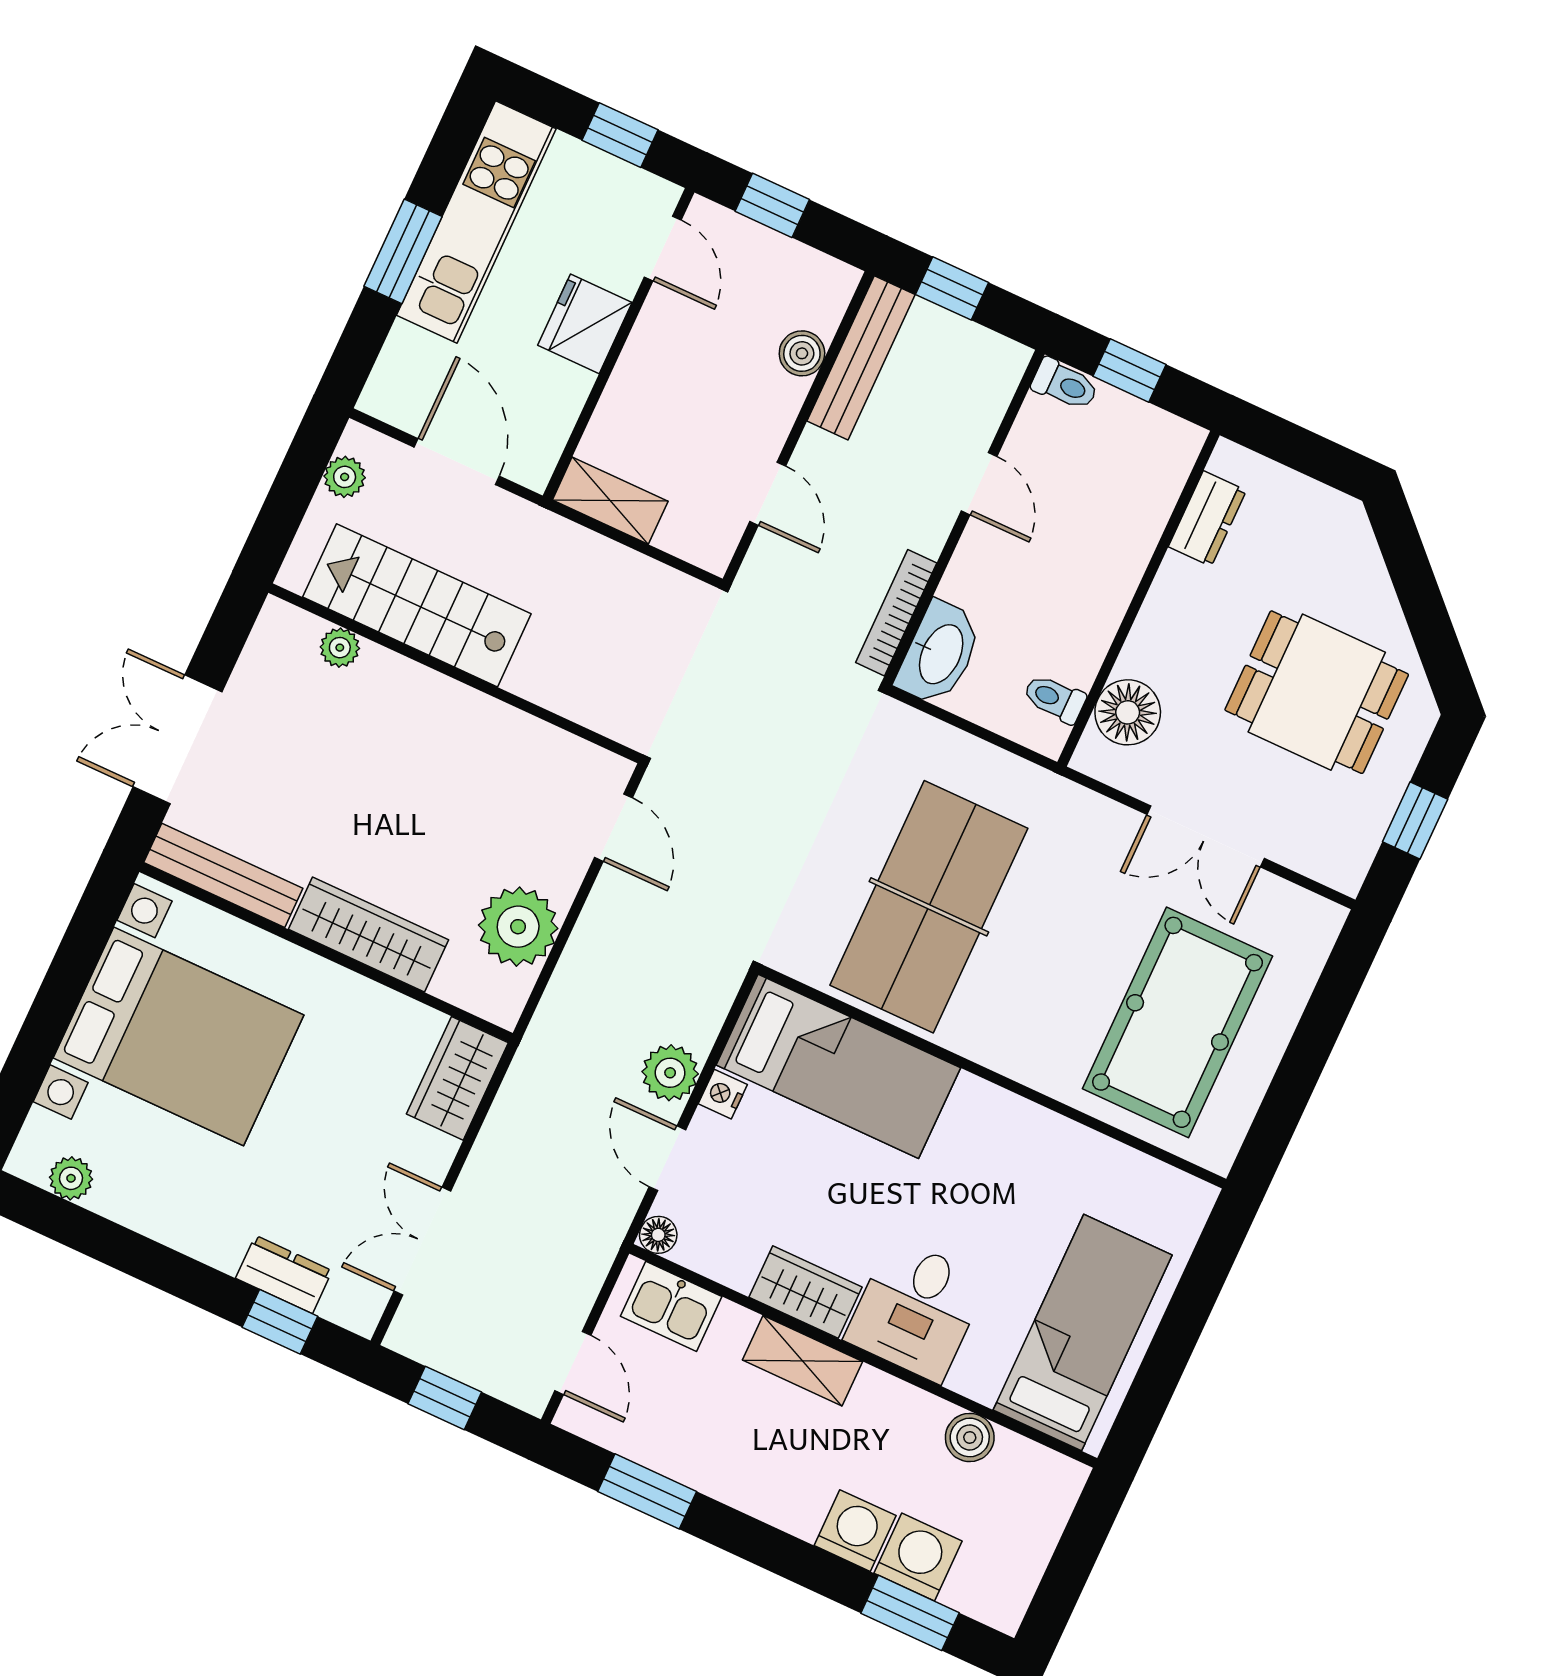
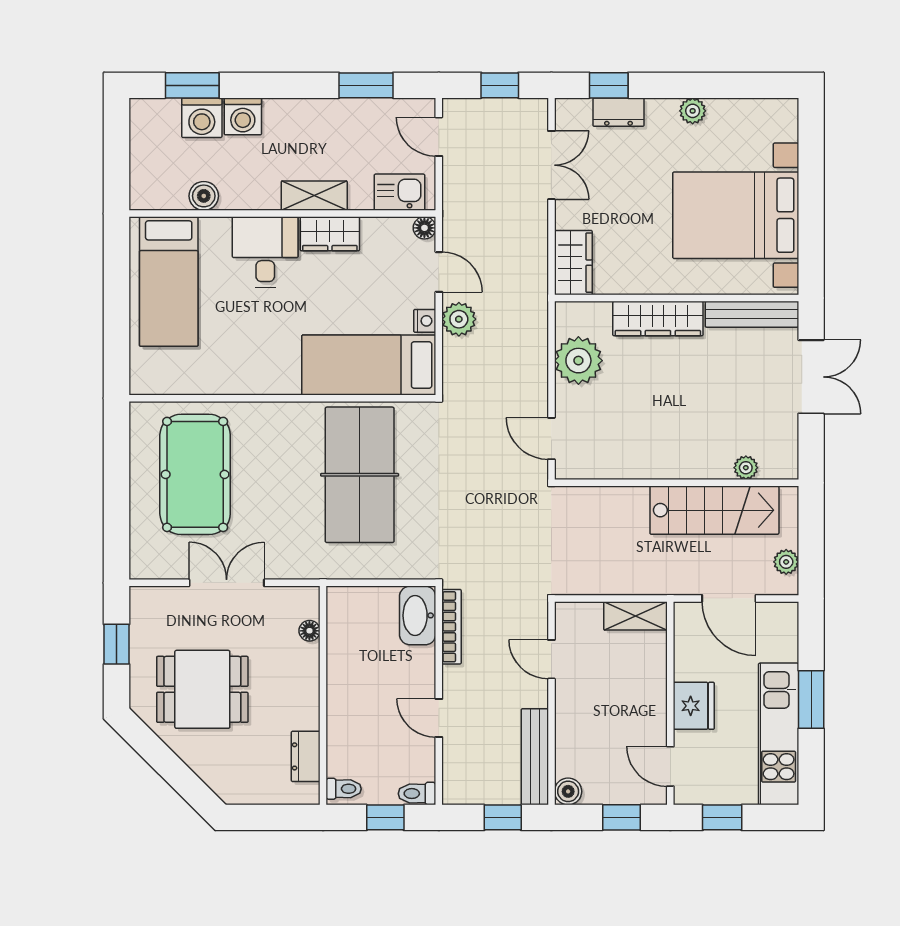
boiler: (802, 353) -> (568, 791), moved
toilet: (1054, 699) -> (344, 789), moved
floor lamp: (1128, 712) -> (309, 631), width x0.53, depth x0.53
plant: (71, 1178) -> (693, 111), moved

